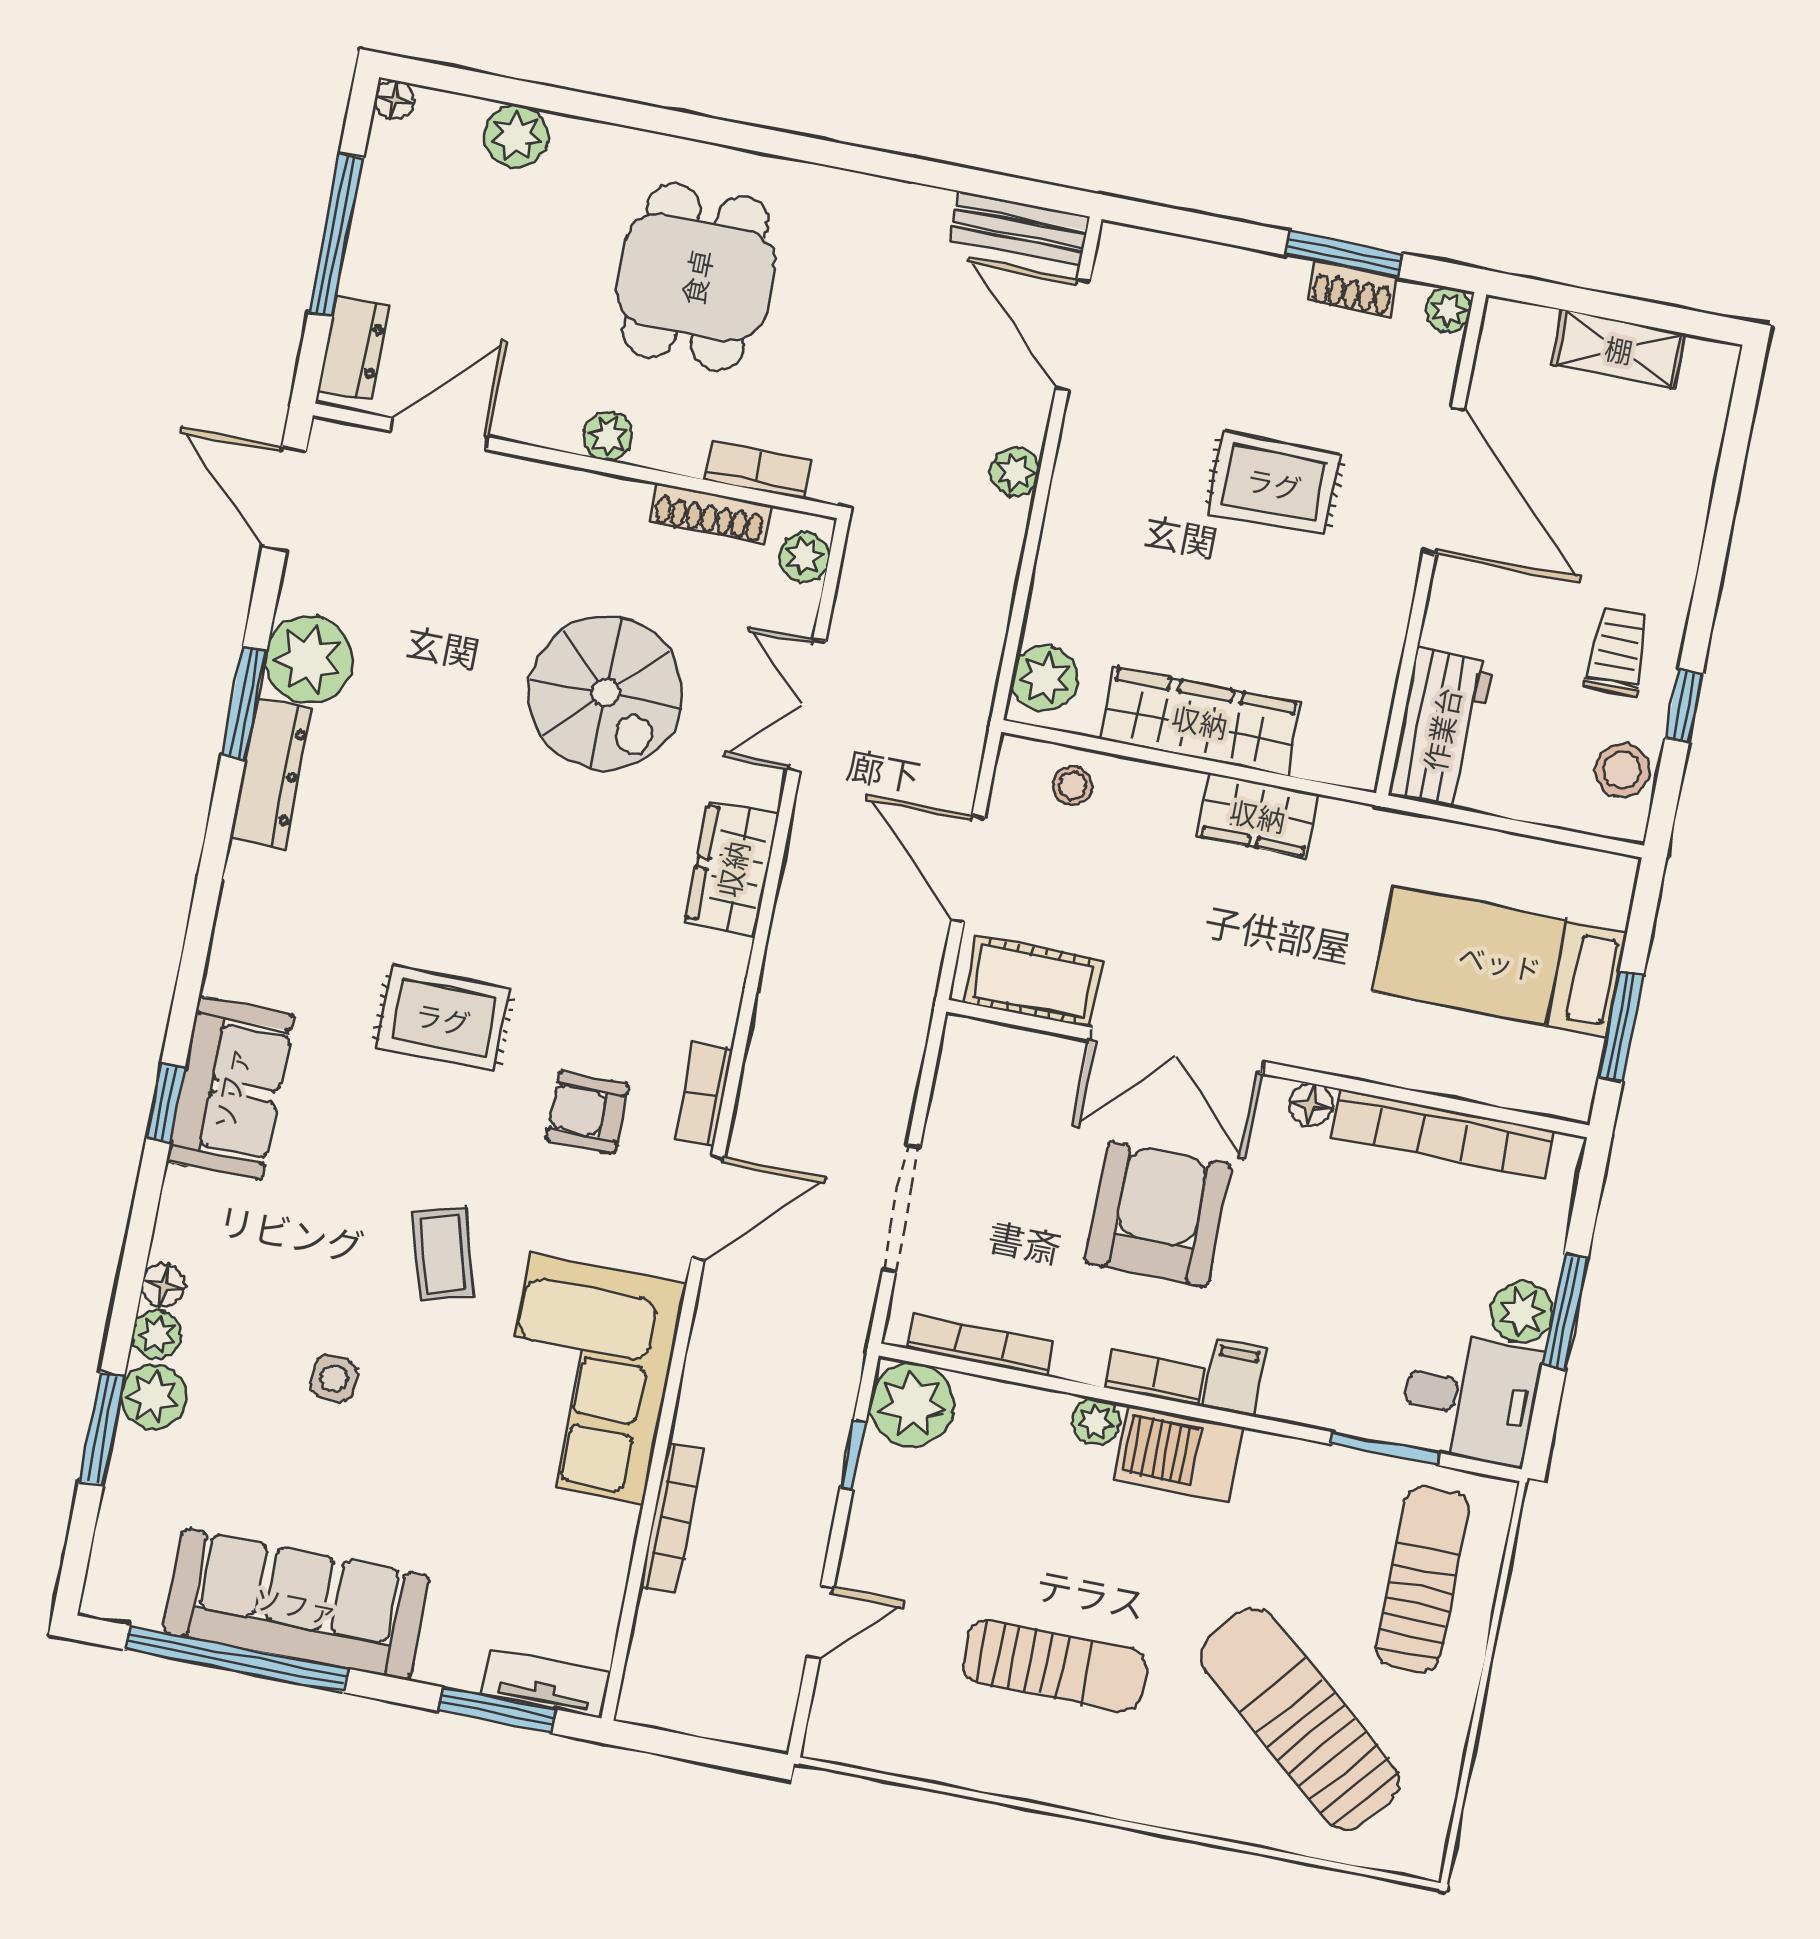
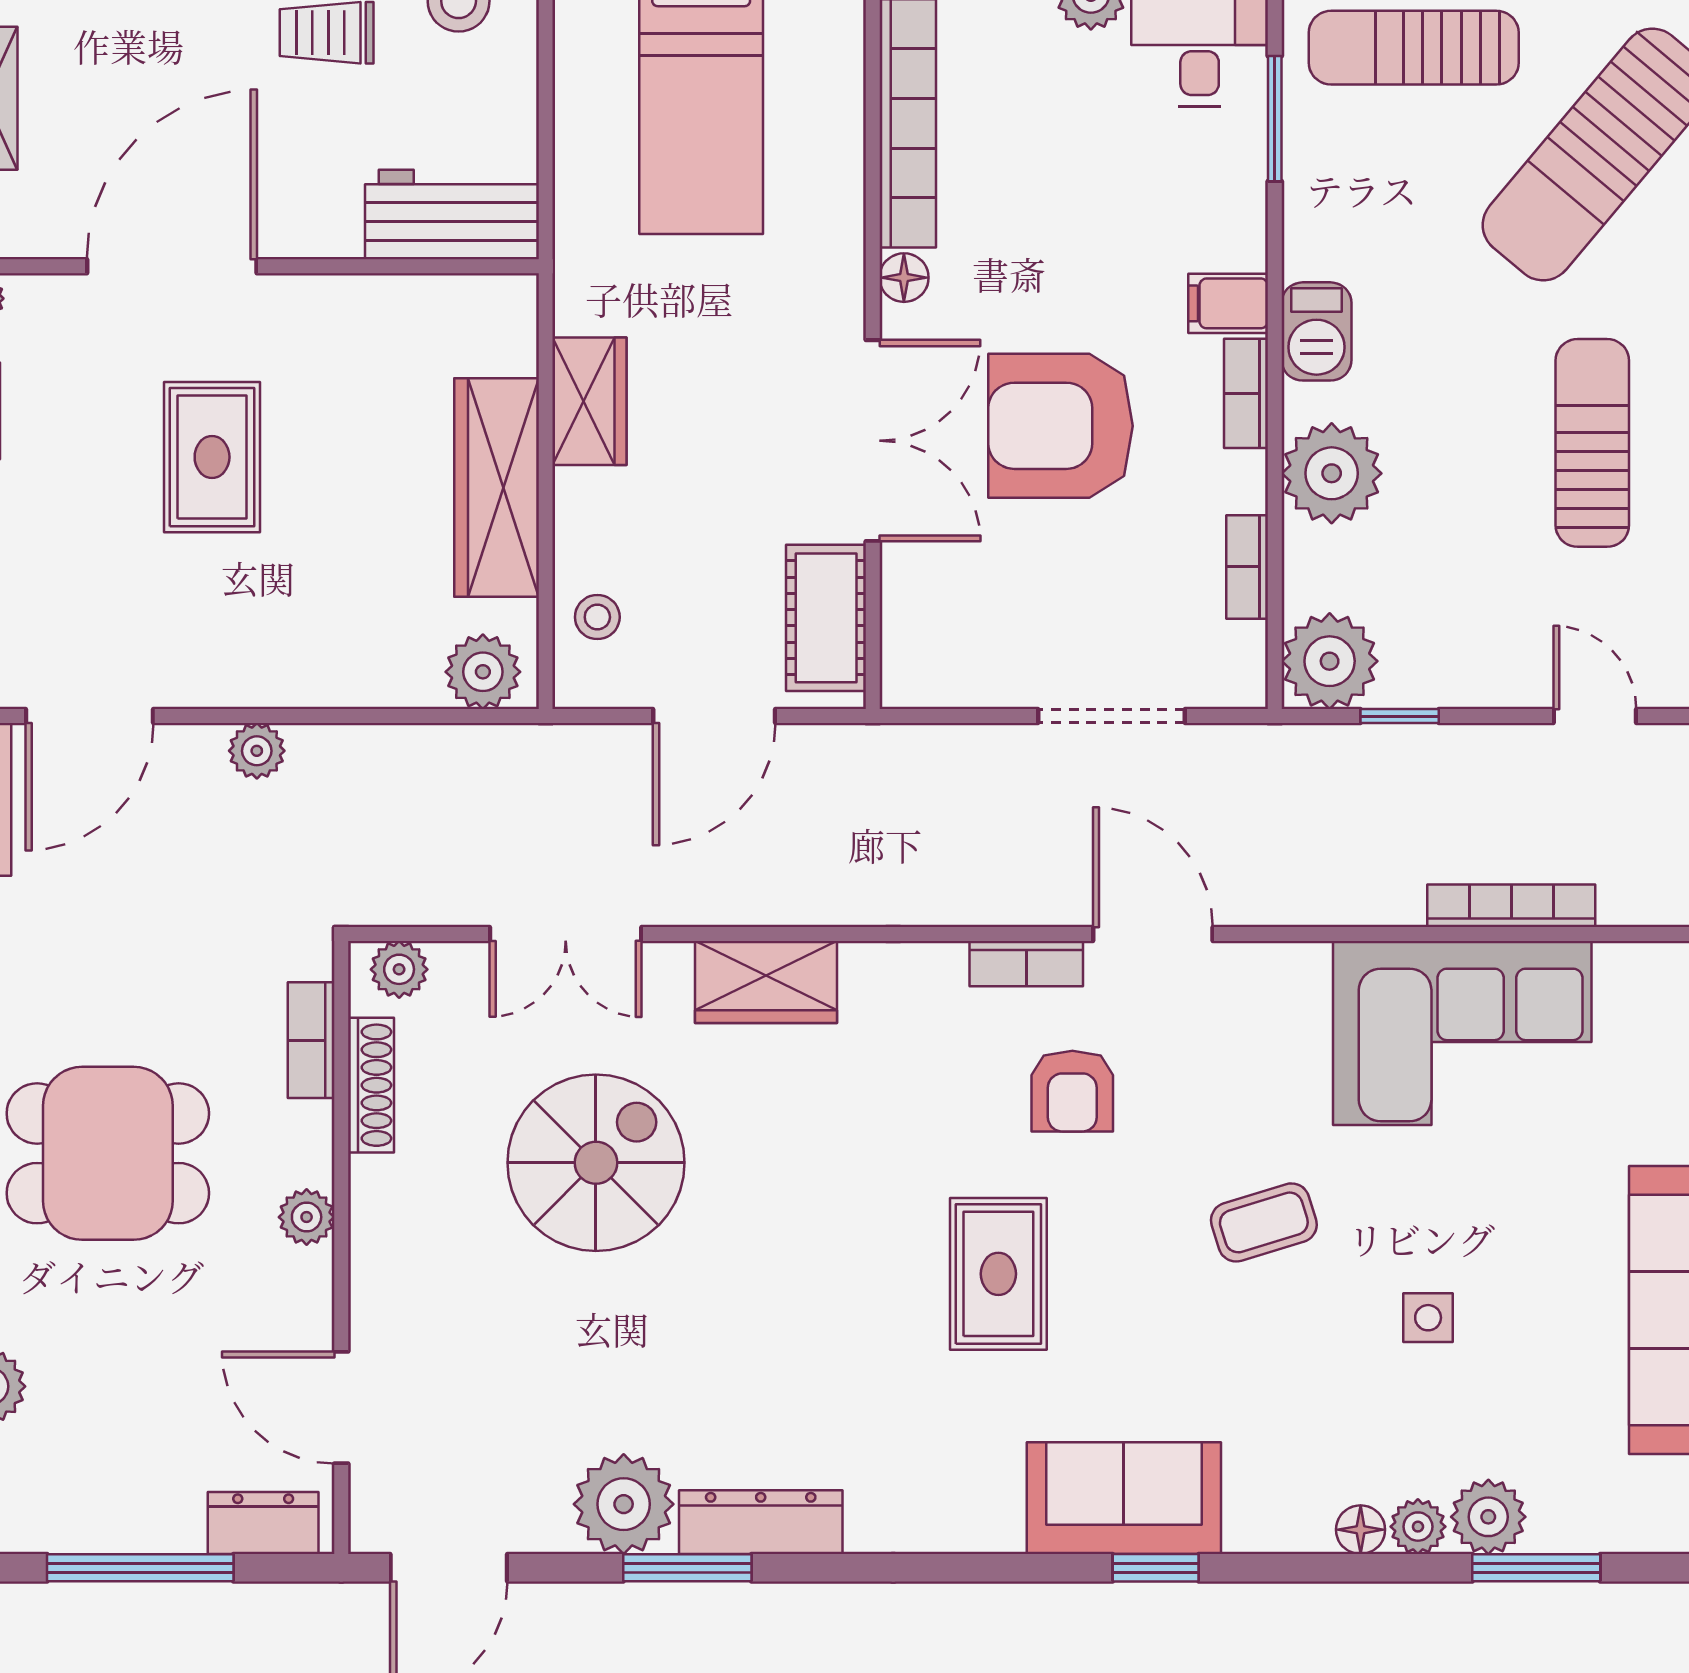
bookcase: (981, 1345) -> (1247, 567), width x0.64
corner sofa: (587, 1378) -> (1462, 1033), moved
plant: (1096, 1422) -> (1332, 473), width x1.88, depth x1.88
barbecue: (1178, 1453) -> (1317, 331), width x0.73, depth x0.79

